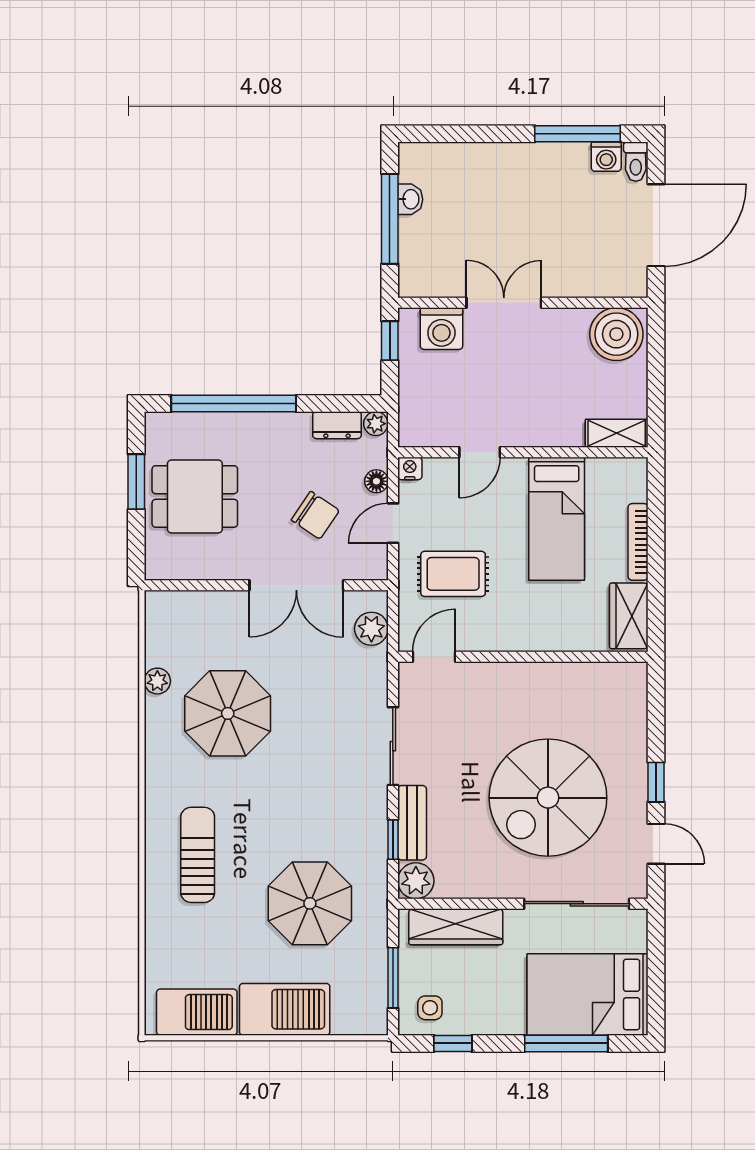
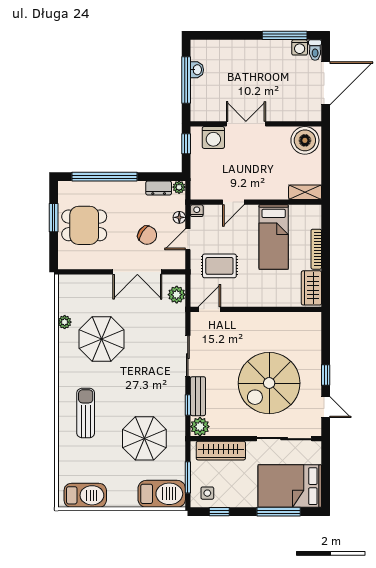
barbecue: (285, 1009) -> (162, 494), moved

